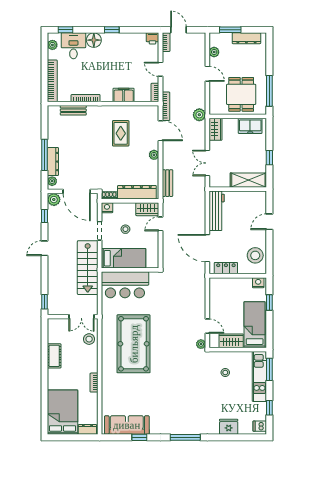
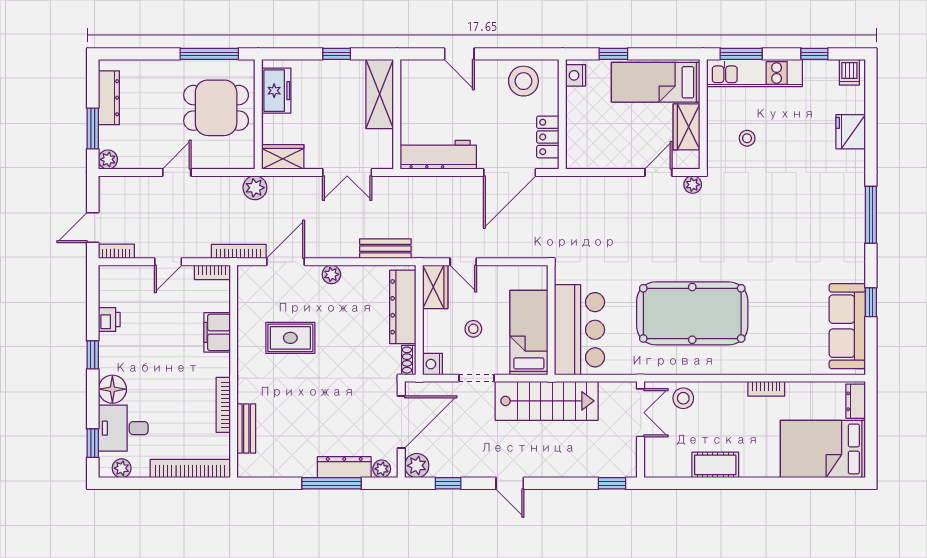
printer: (153, 38) -> (109, 320), moved
plant: (214, 52) -> (108, 159), moved

